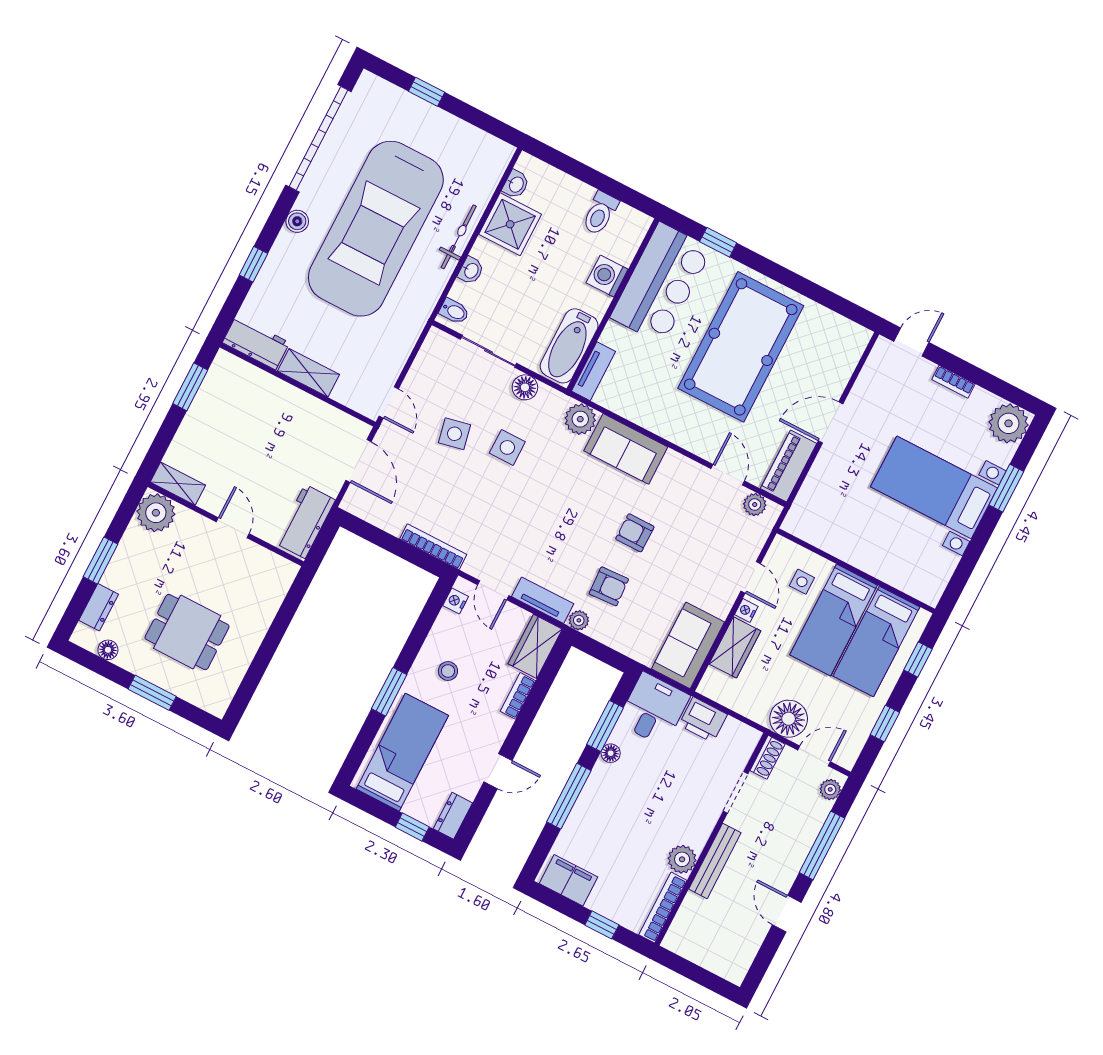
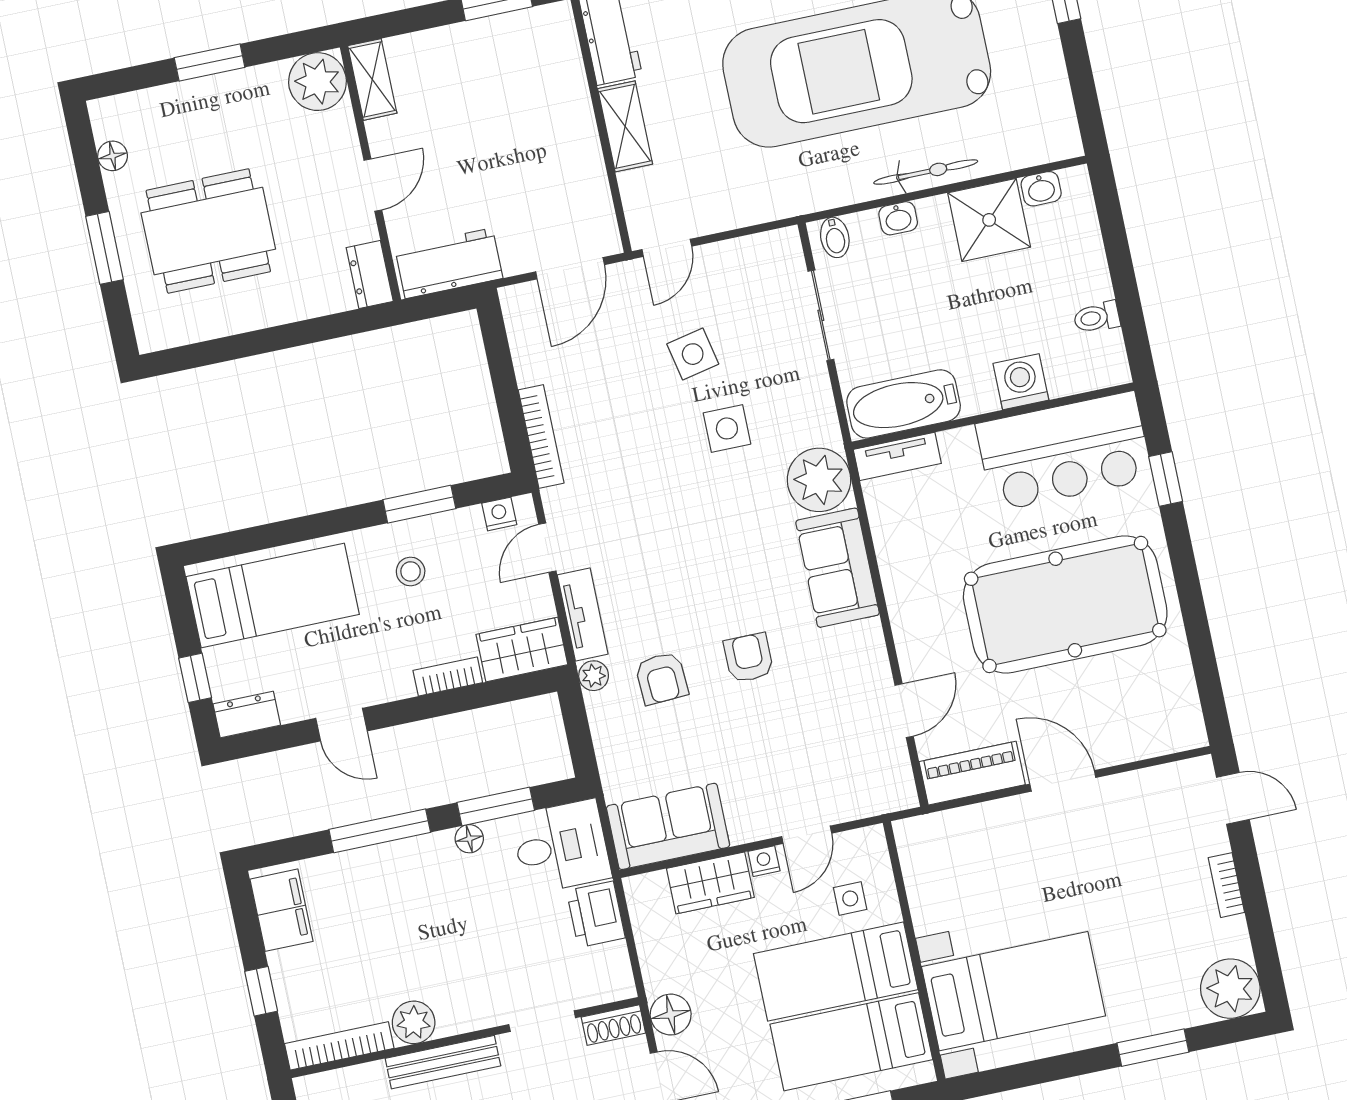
toilet: (600, 213) -> (1097, 317), width x0.73, depth x0.72
floor lamp: (525, 387) -> (814, 392), removed
plant: (580, 419) -> (819, 480), width x1.36, depth x1.36
bed with nightstands: (934, 487) -> (1013, 991), moved, turned 90
plant: (755, 505) -> (895, 770), removed
dresser: (99, 607) -> (370, 274), moved, turned 90
dining table: (187, 632) -> (208, 231), width x1.38
window: (389, 692) -> (419, 504), moved
floor lamp: (789, 719) -> (671, 1015), width x0.73, depth x0.73

